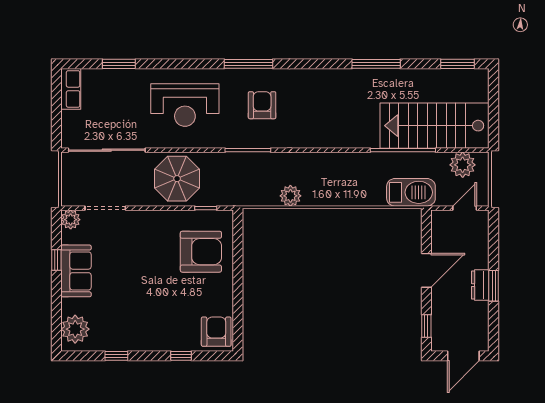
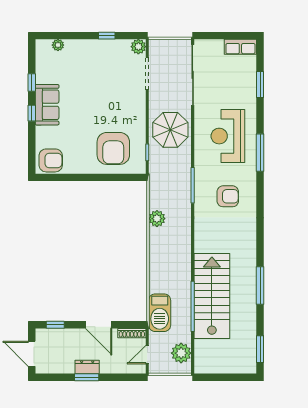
window: (248, 64) -> (260, 153), moved
stairs: (435, 126) -> (212, 296), moved
door: (465, 208) -> (147, 355), swing flipped
shoe rack: (437, 228) -> (132, 333), added
sofa: (76, 271) -> (47, 105), moved, turned -90
plant: (75, 329) -> (58, 45), width x0.53, depth x0.53
window: (181, 356) -> (32, 113), moved

